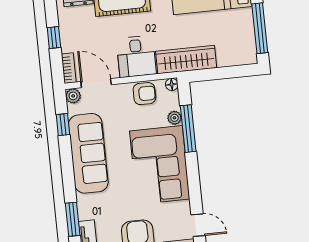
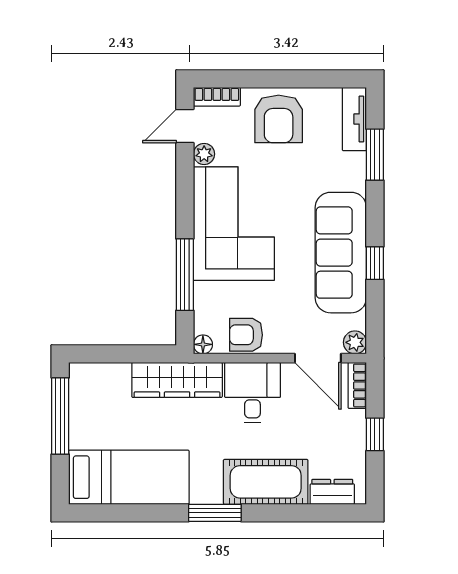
plant: (174, 118) -> (204, 154), moved
window: (63, 125) -> (375, 263), moved
door: (198, 225) -> (185, 126), hinge flipped

